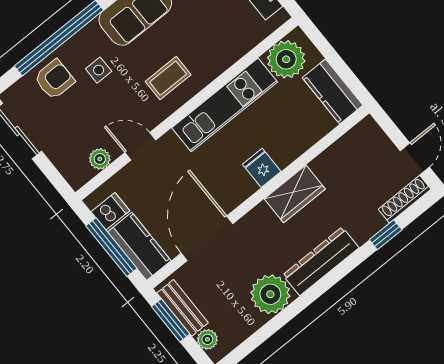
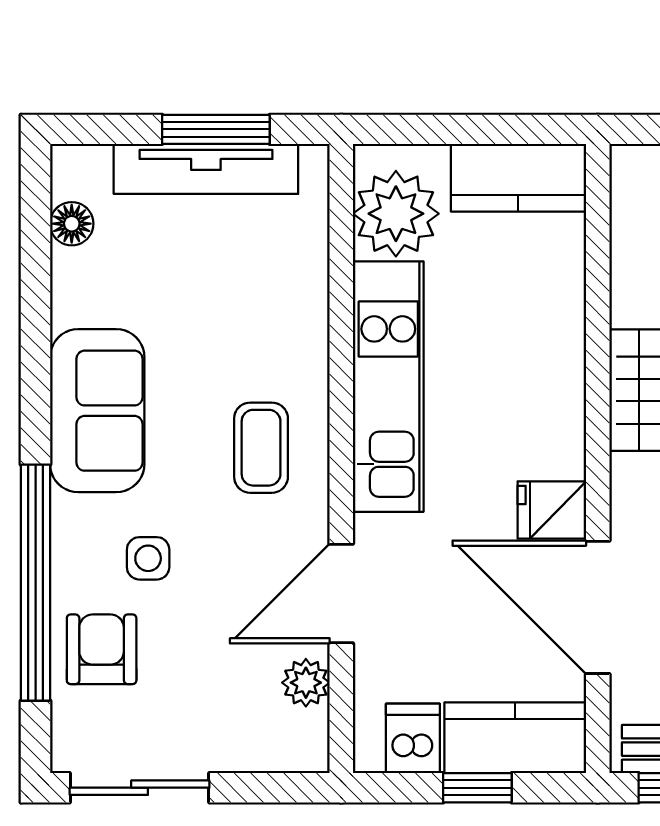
door: (140, 146) -> (341, 594), width x1.38
fridge: (262, 168) -> (552, 510), moved
window: (111, 247) -> (477, 788), width x0.46

